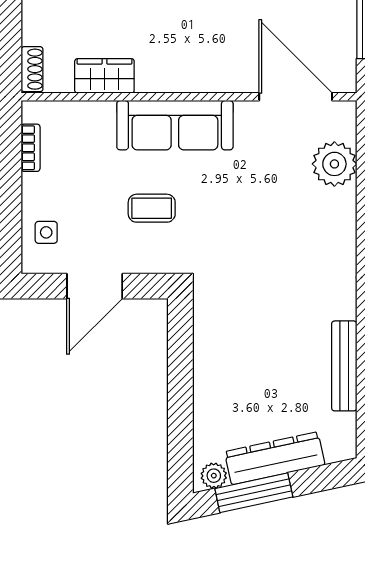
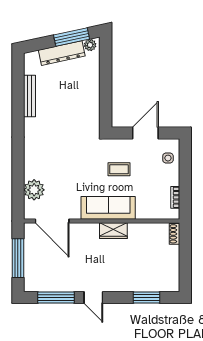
wardrobe: (104, 76) -> (113, 231), moved

